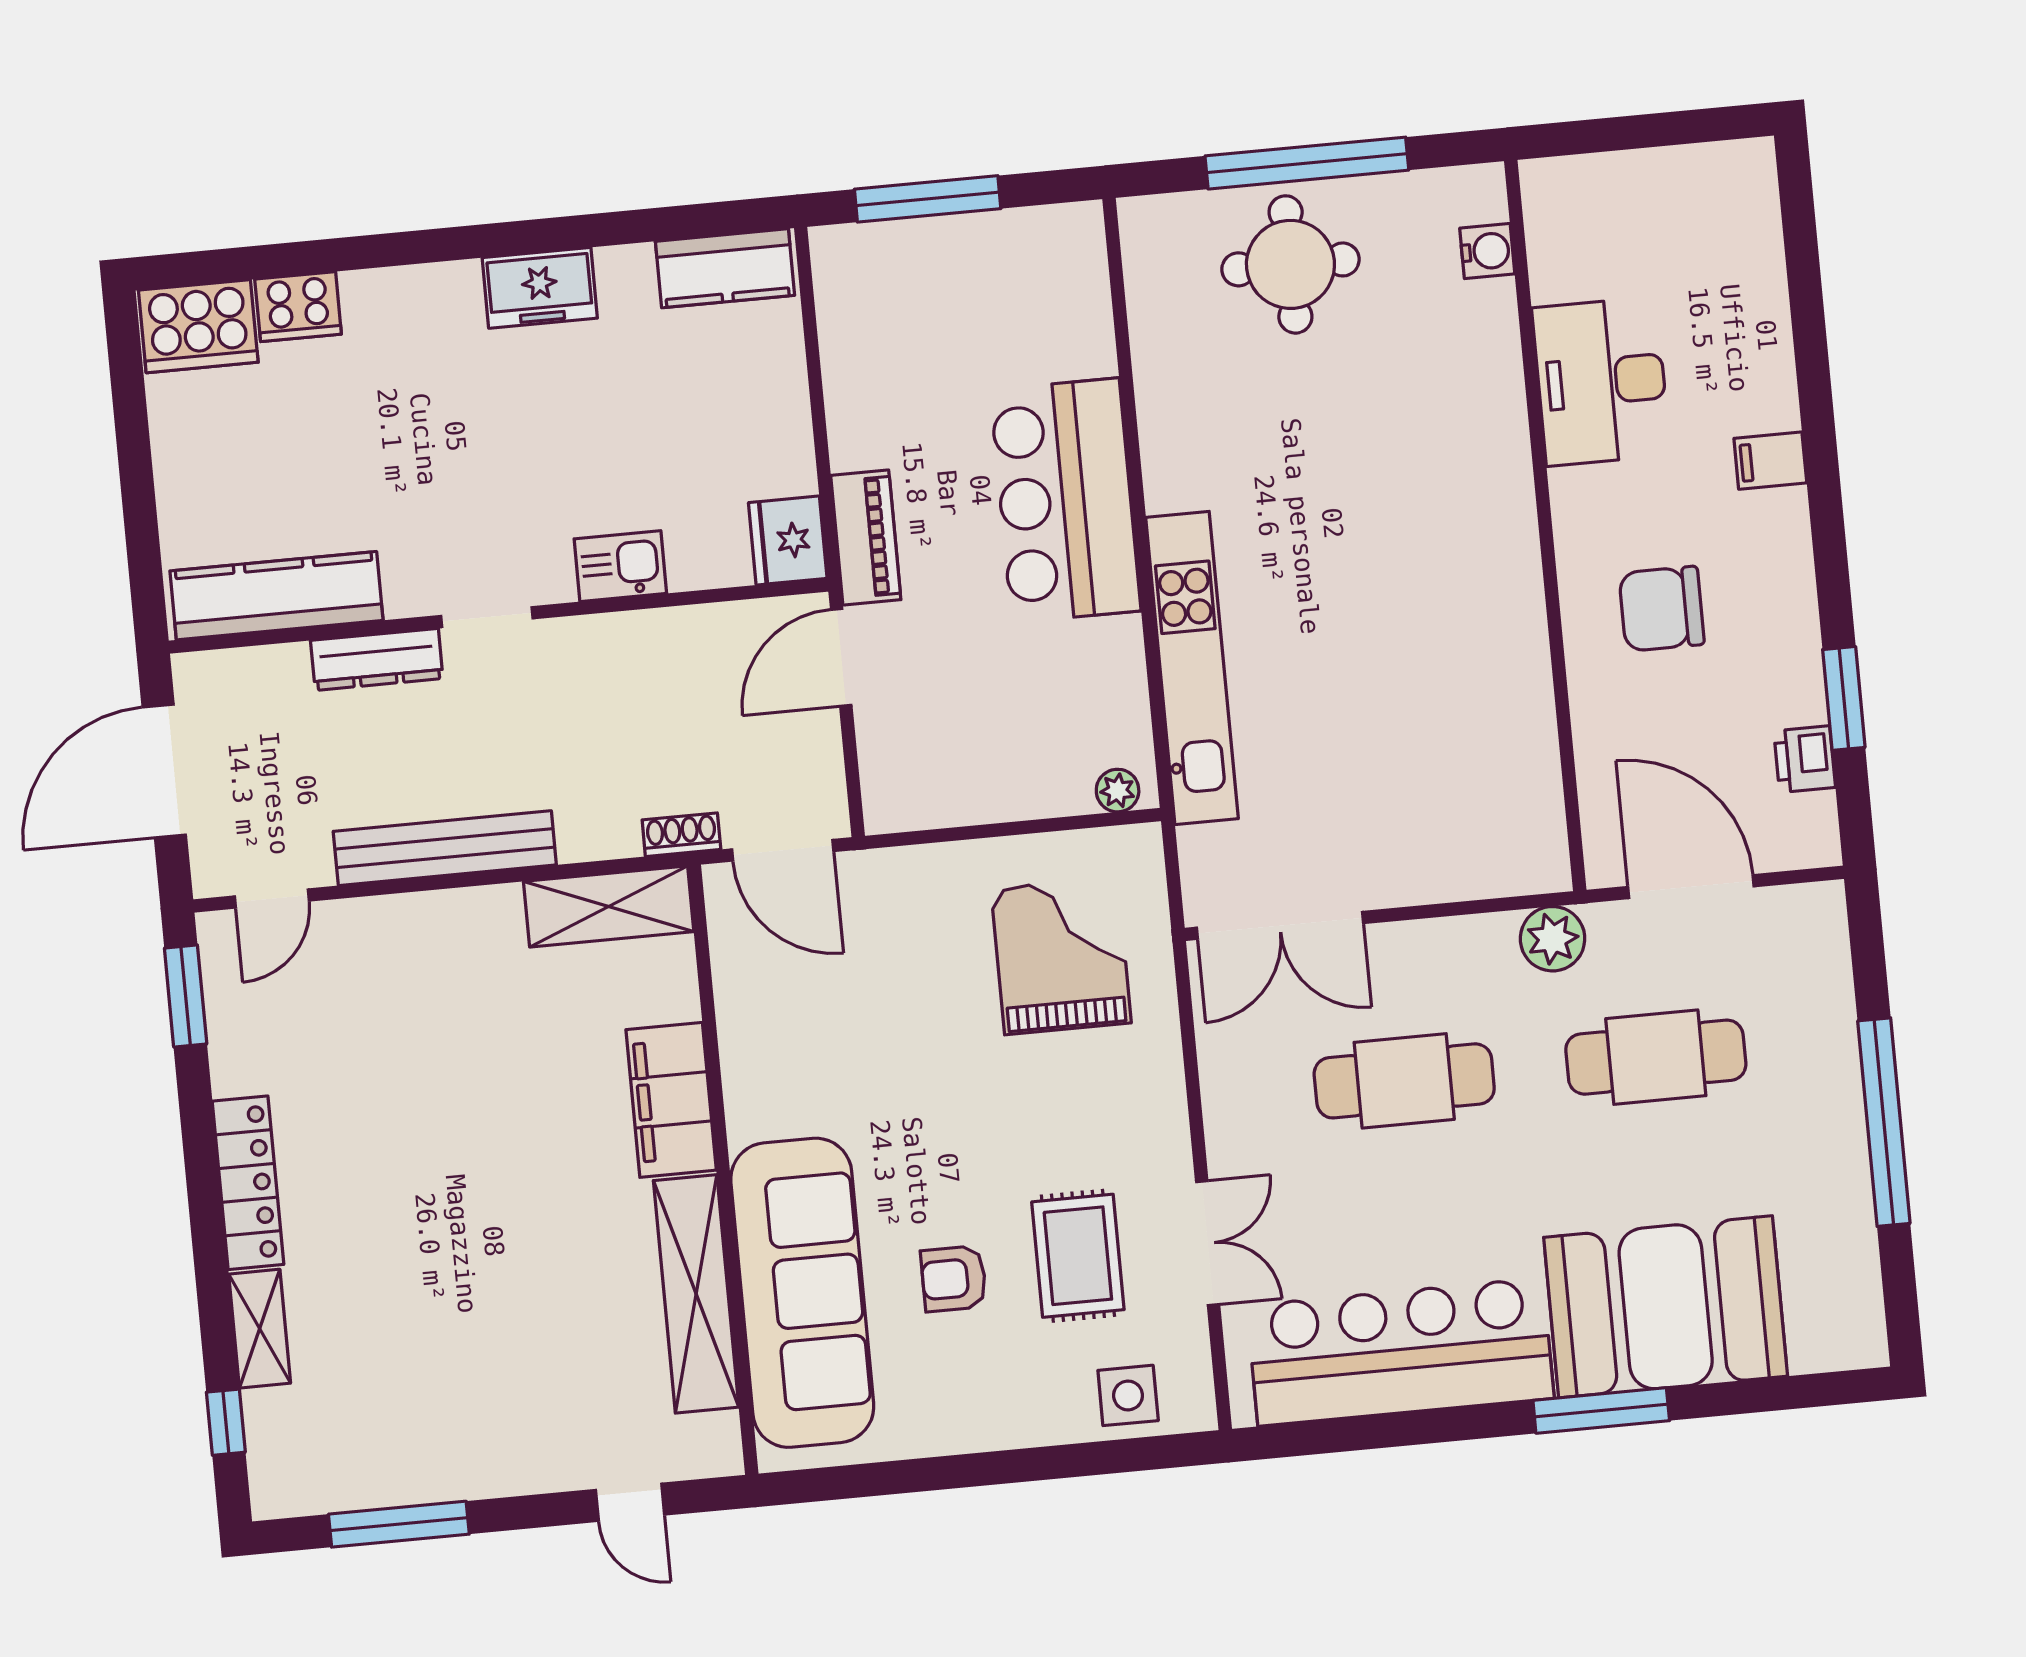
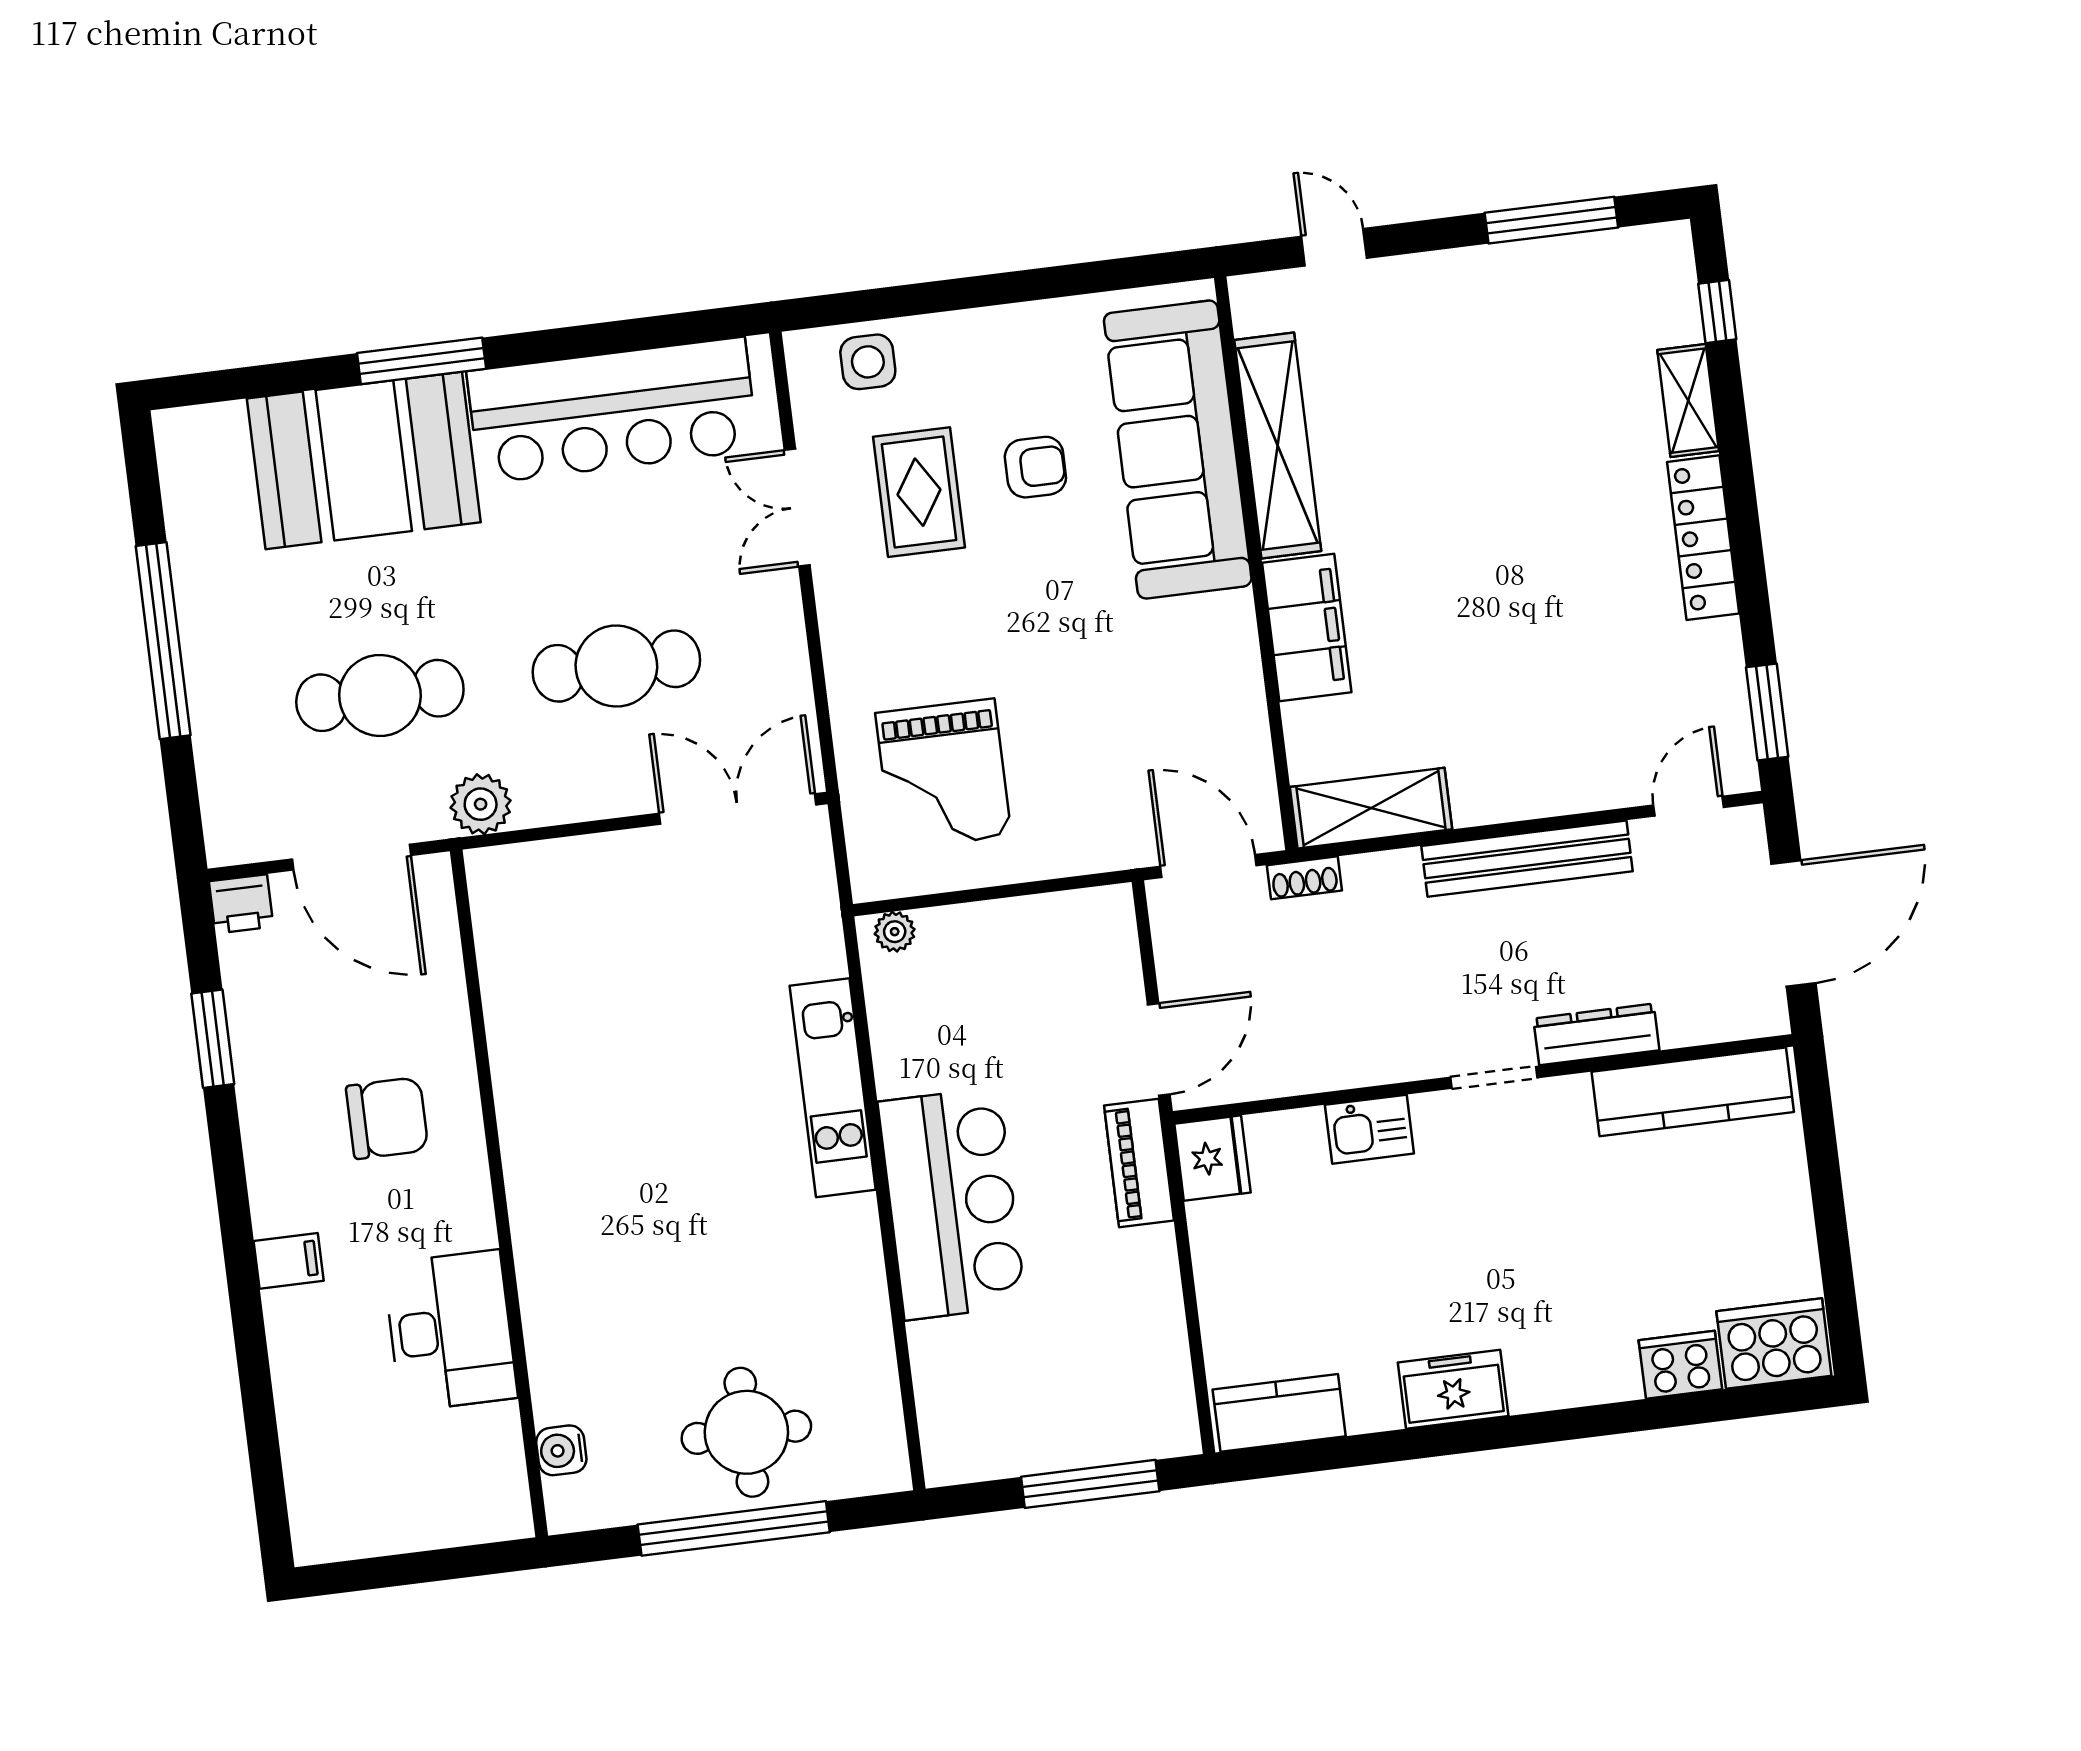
kitchen unit: (1192, 668) -> (833, 1088), width x0.73
printer: (1805, 759) -> (241, 904), moved, turned 90

